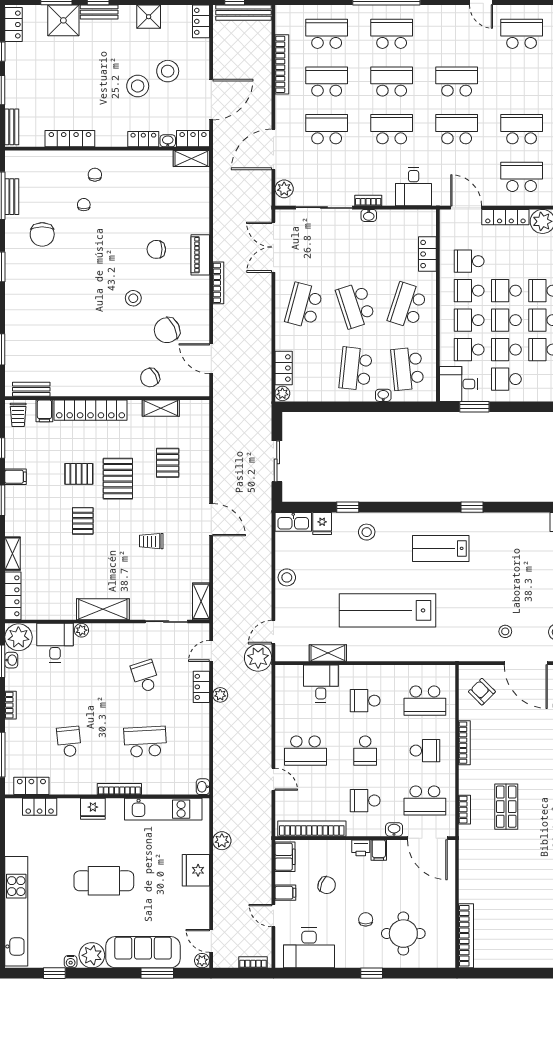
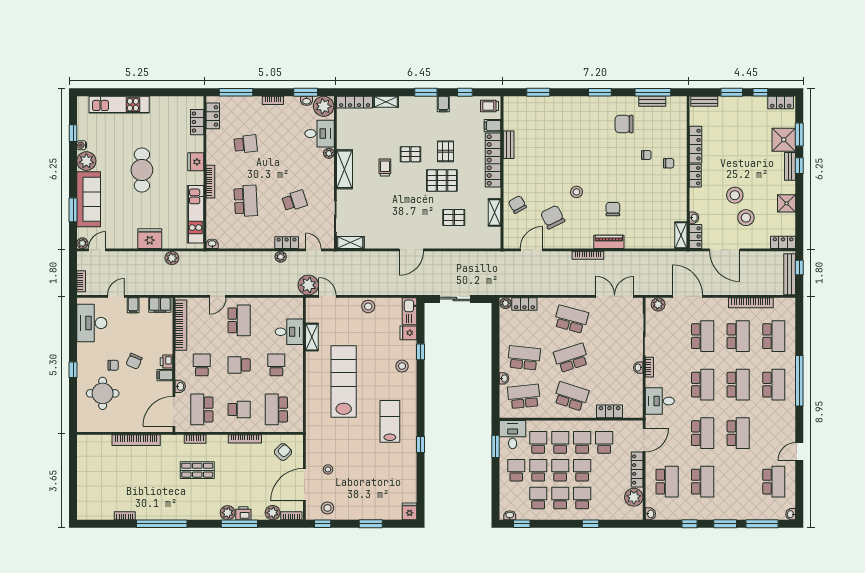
locker: (143, 139) -> (695, 176), moved
bench: (31, 389) -> (509, 145), moved
trolley: (151, 541) -> (385, 167), moved
school desk: (305, 751) -> (239, 320), turned 180
school desk: (425, 751) -> (239, 409), turned -90
chair: (327, 885) -> (134, 361), moved
kitchen unit: (16, 911) -> (119, 105), width x0.73
bookcase: (466, 936) -> (136, 440), moved

